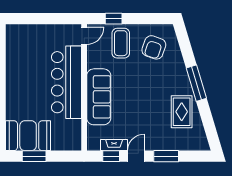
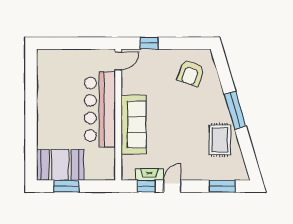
coffee table: (121, 43) -> (156, 69), removed
window: (166, 156) -> (222, 186), moved

